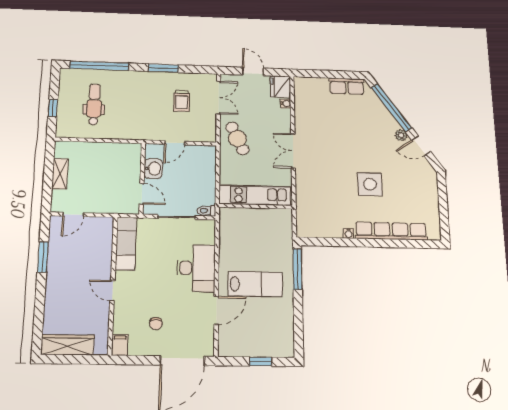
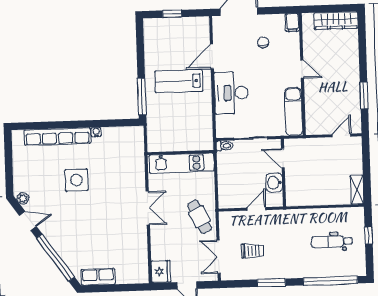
trolley: (181, 101) -> (253, 251), turned 90
dental chair: (94, 104) -> (332, 242), turned 90
water cooler: (286, 104) -> (156, 255), removed
plant: (401, 135) -> (23, 198), moved
shelving: (60, 174) -> (357, 190), moved

